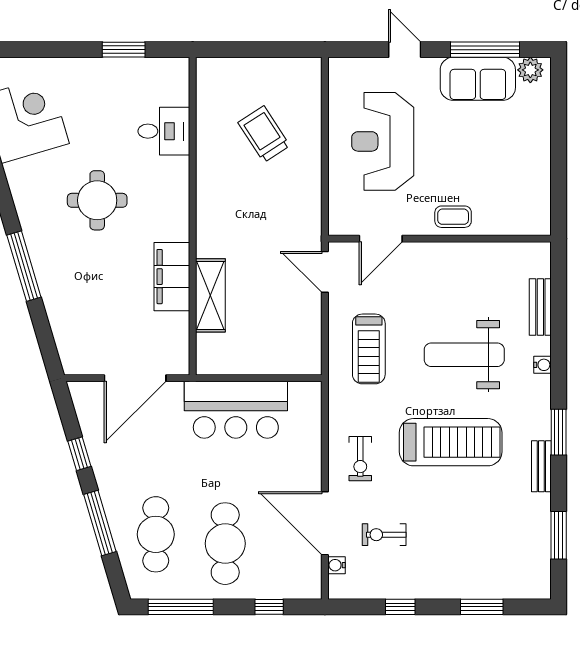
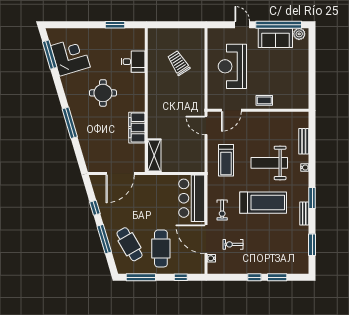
window: (485, 50) -> (279, 25), width x1.46
shelving: (210, 295) -> (154, 156), moved
bar counter: (236, 410) -> (192, 198), moved, turned 90
cafe table: (156, 534) -> (130, 244), turned -30
window: (400, 607) -> (254, 277), moved

